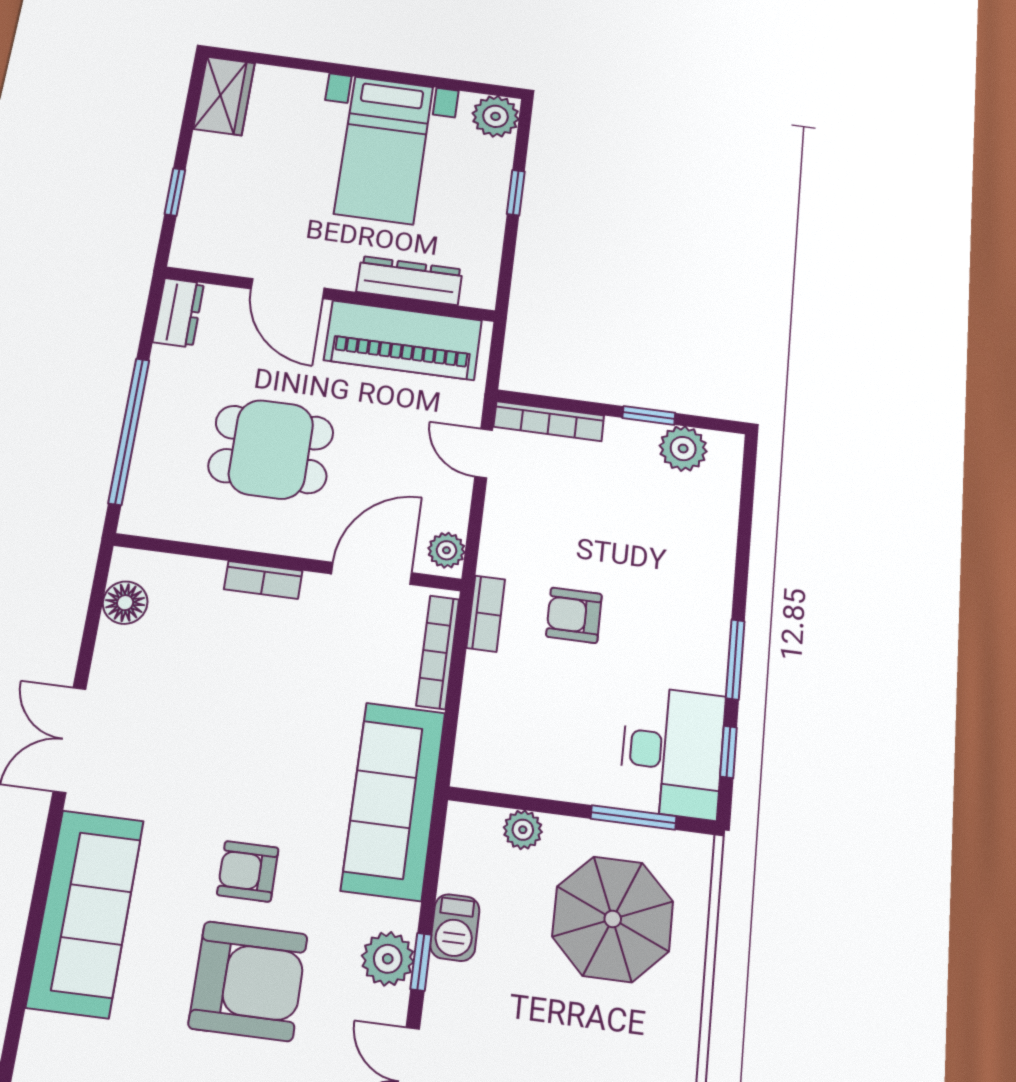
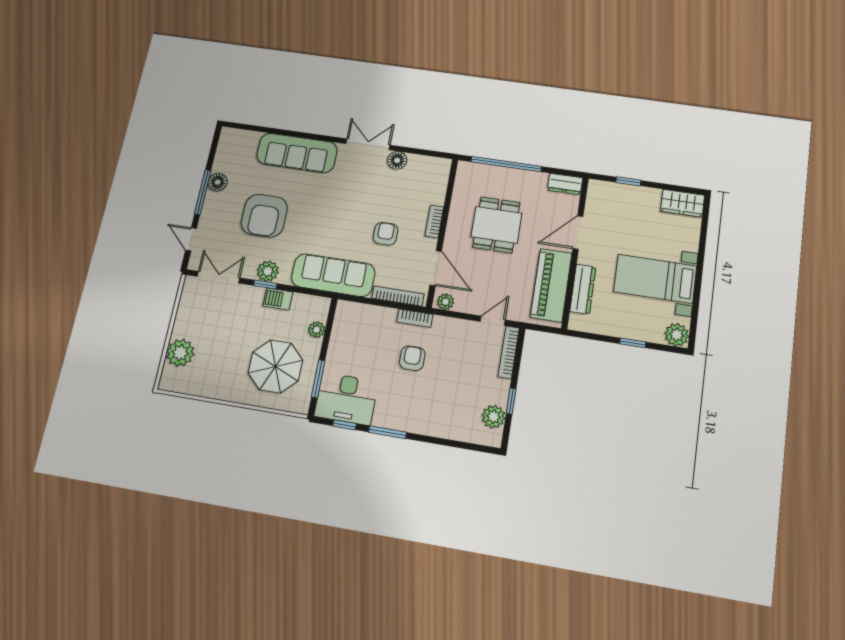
floor lamp: (125, 603) -> (397, 160), moved
armchair: (248, 871) -> (386, 234), moved

